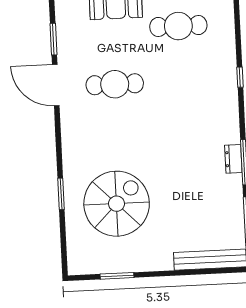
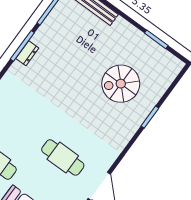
spiral stairs: (117, 204) -> (121, 84), width x0.73, depth x0.73

